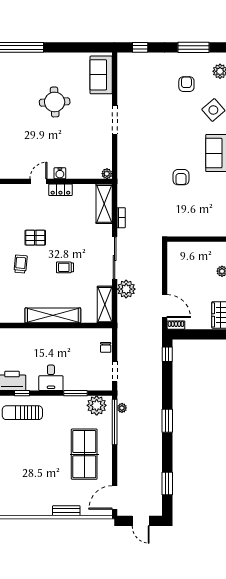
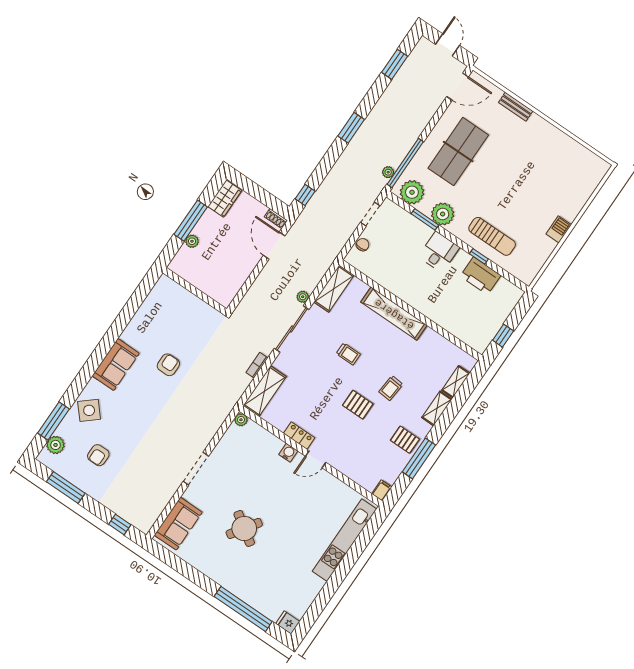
round table: (55, 102) -> (244, 528), turned 37
plant: (126, 289) -> (303, 297), width x0.53, depth x0.53
plant: (66, 405) -> (443, 214), added

